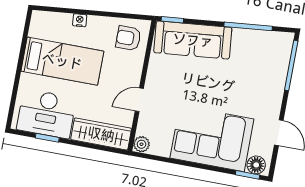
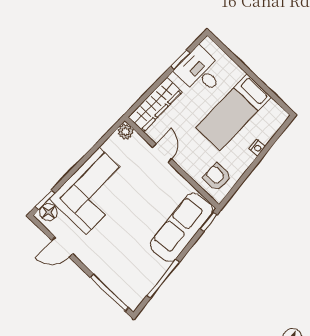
armchair: (128, 38) -> (217, 177), turned -90
desk: (46, 114) -> (200, 72), width x0.73

